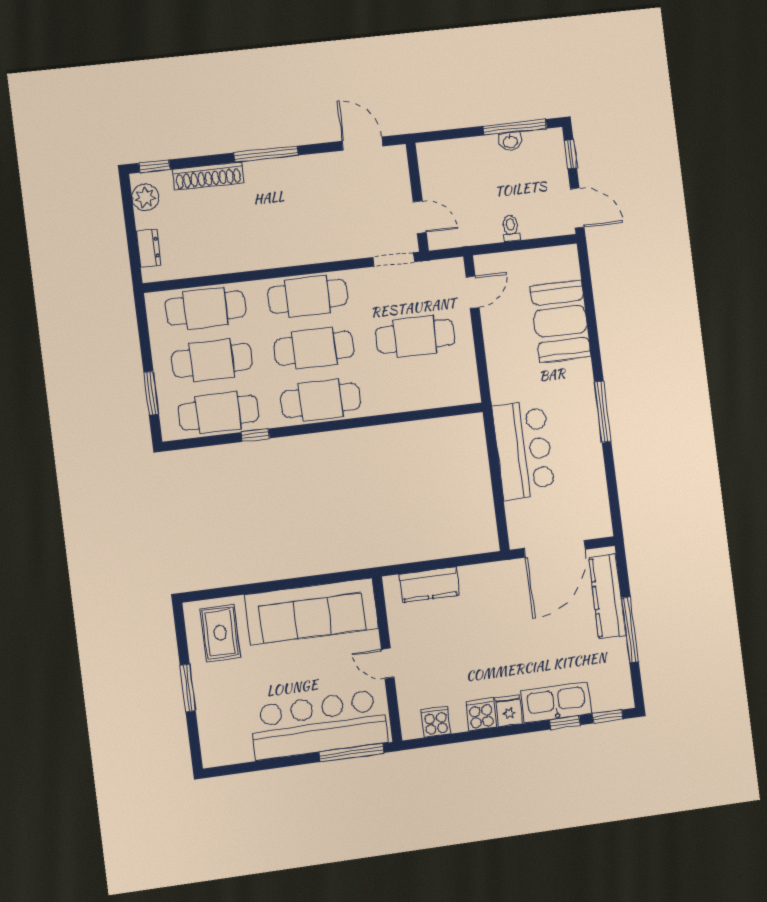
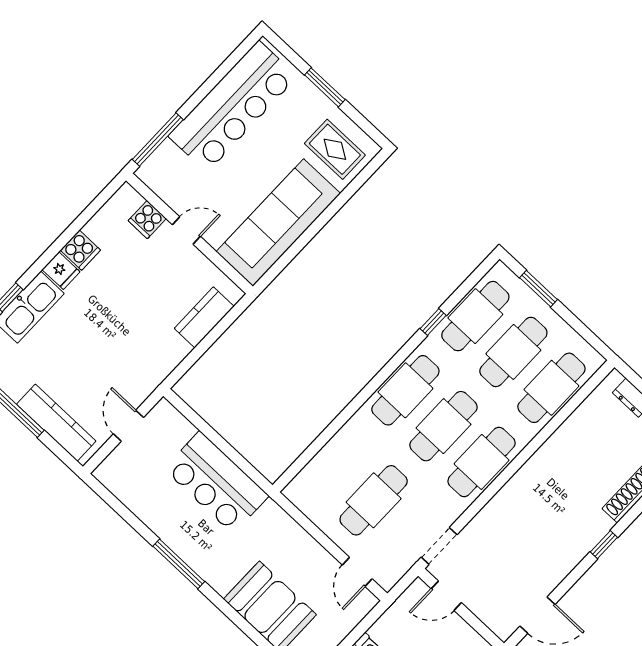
window: (266, 154) -> (604, 545), width x0.46
door: (555, 549) -> (128, 426), width x0.53
cooker: (436, 722) -> (147, 220), moved, turned 90
bar counter: (319, 725) -> (233, 106), moved

